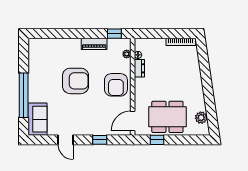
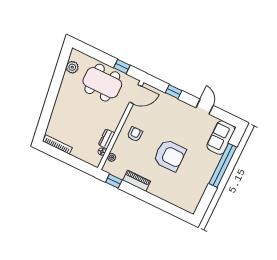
armchair: (76, 81) -> (170, 155), turned 180
armchair: (116, 85) -> (135, 134), width x0.53, depth x0.53

